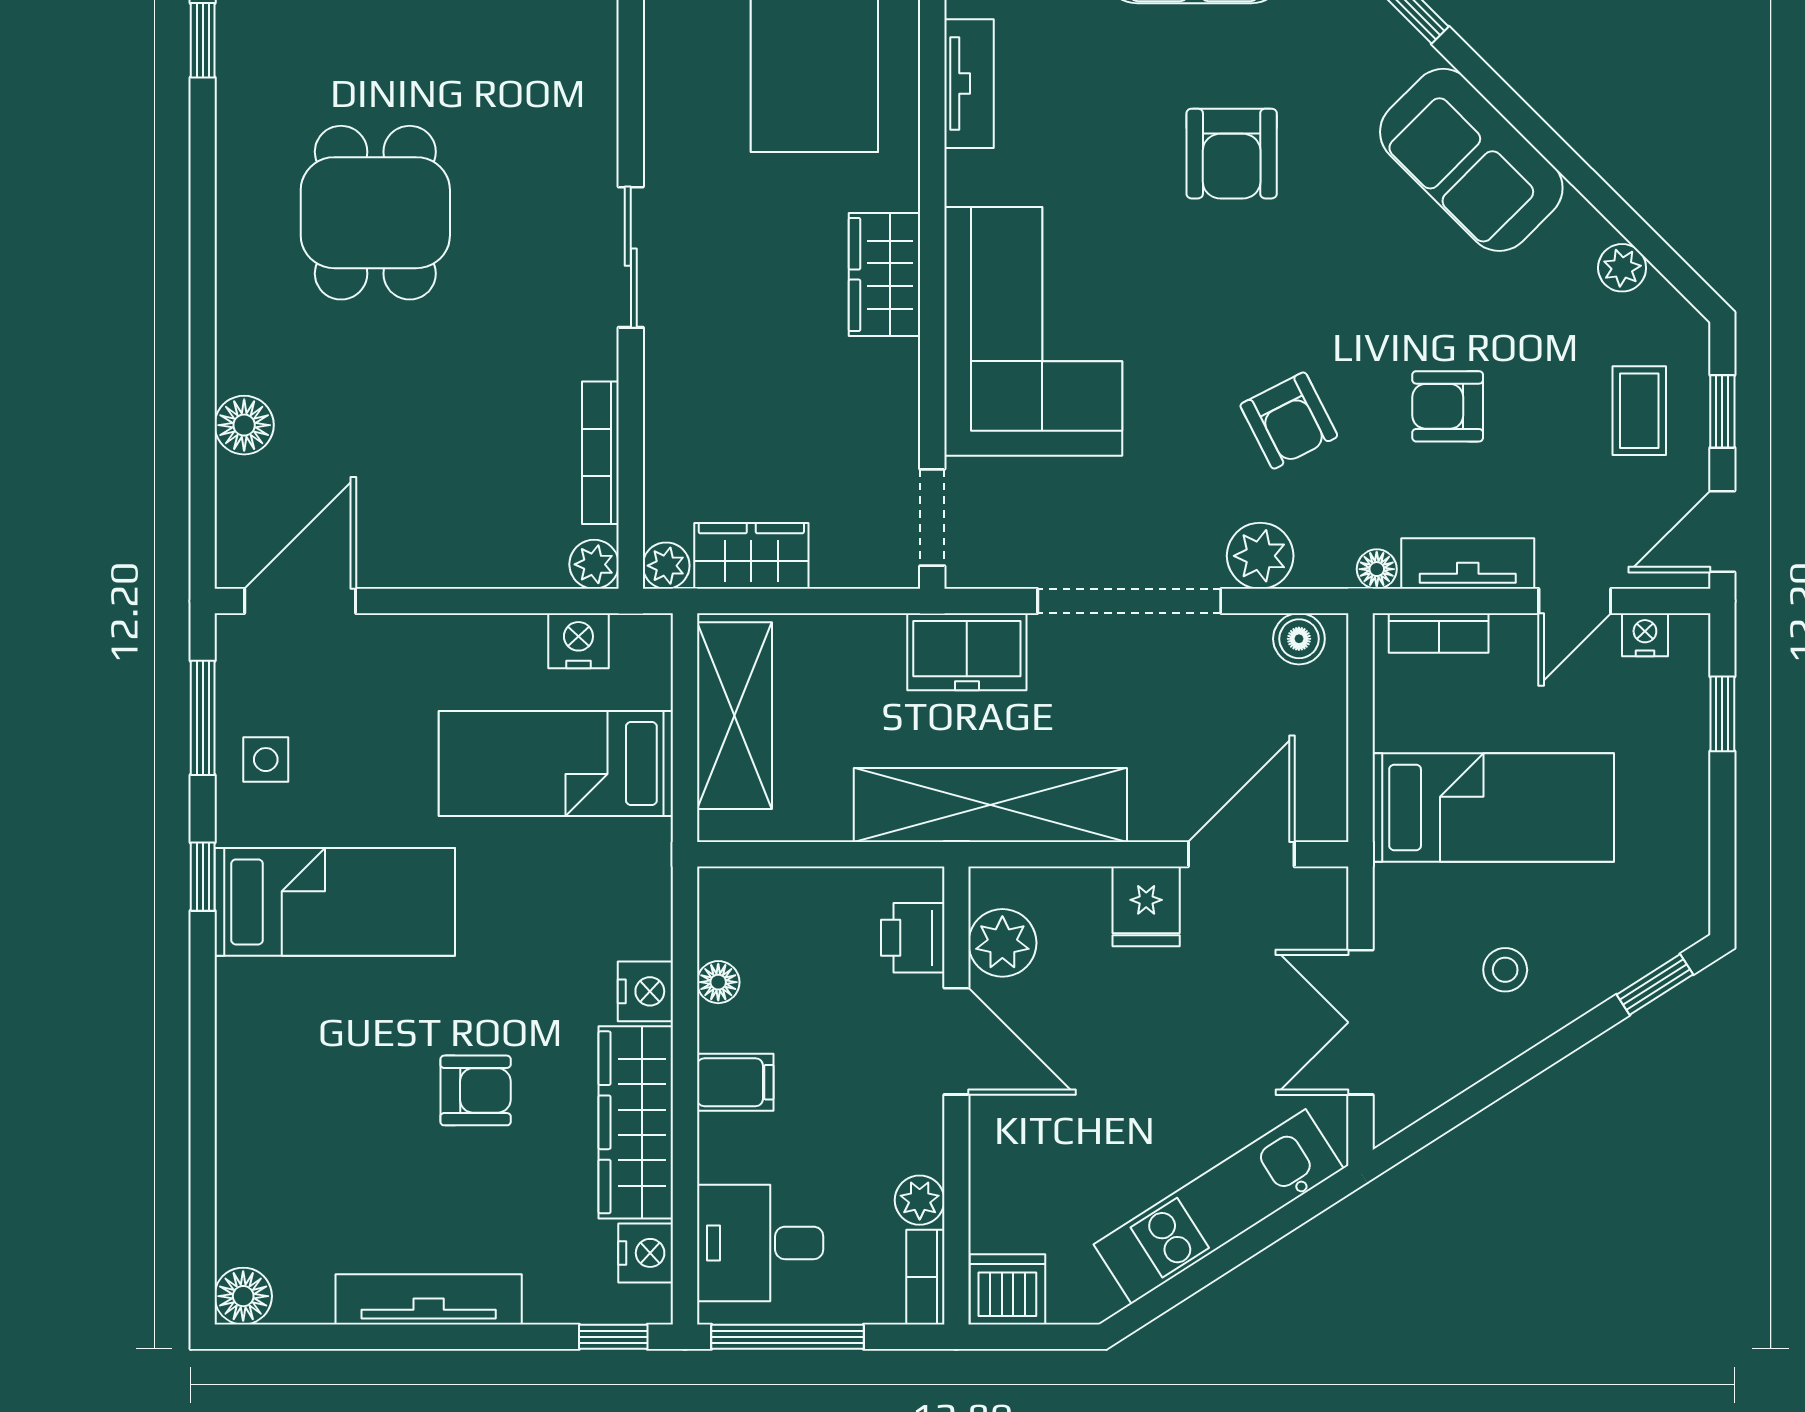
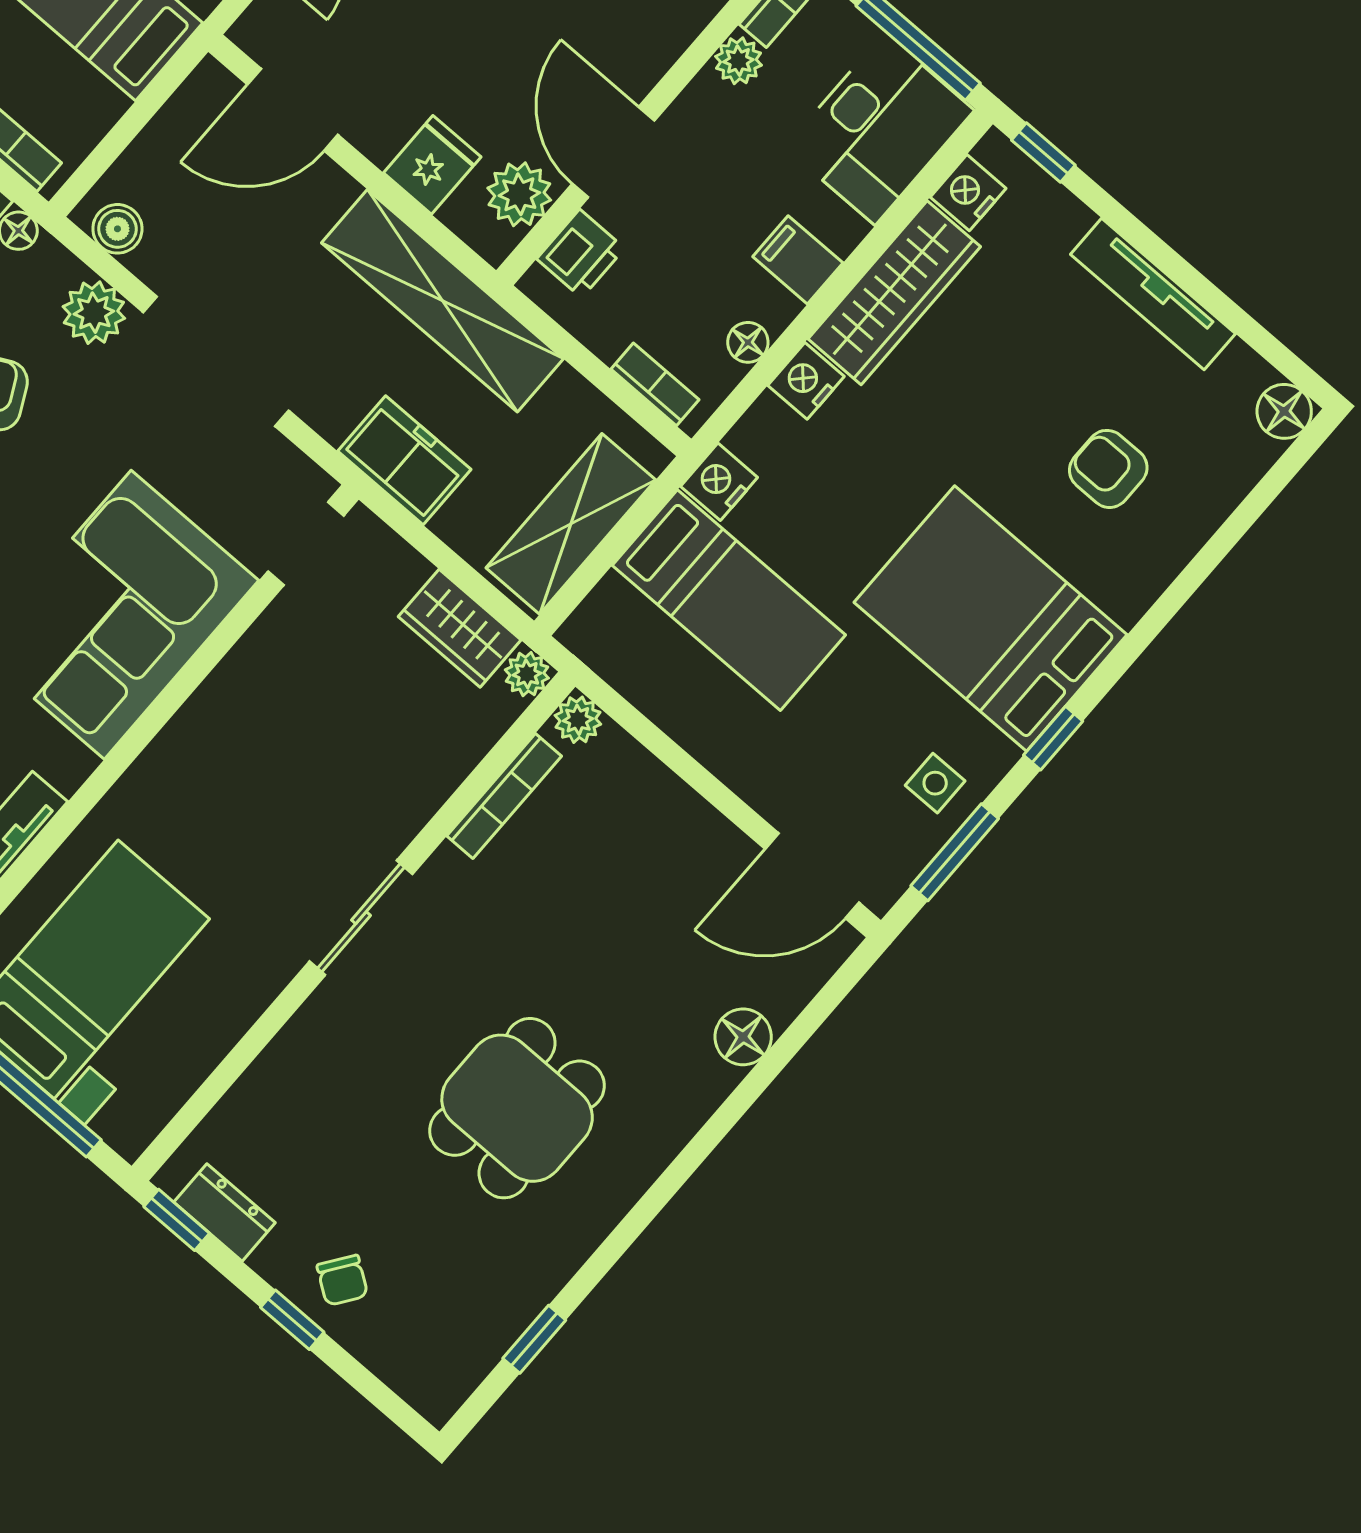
wardrobe: (885, 275) -> (189, 748), removed
nightstand: (578, 641) -> (719, 482), moved, turned 90
freezer: (967, 652) -> (404, 460), moved
bookcase: (763, 885) -> (655, 384), added
bed: (335, 902) -> (991, 619), width x1.50
fridge: (1146, 906) -> (432, 165), moved
armchair: (476, 1090) -> (1108, 469), moved
desk: (760, 1243) -> (880, 129), width x1.37

